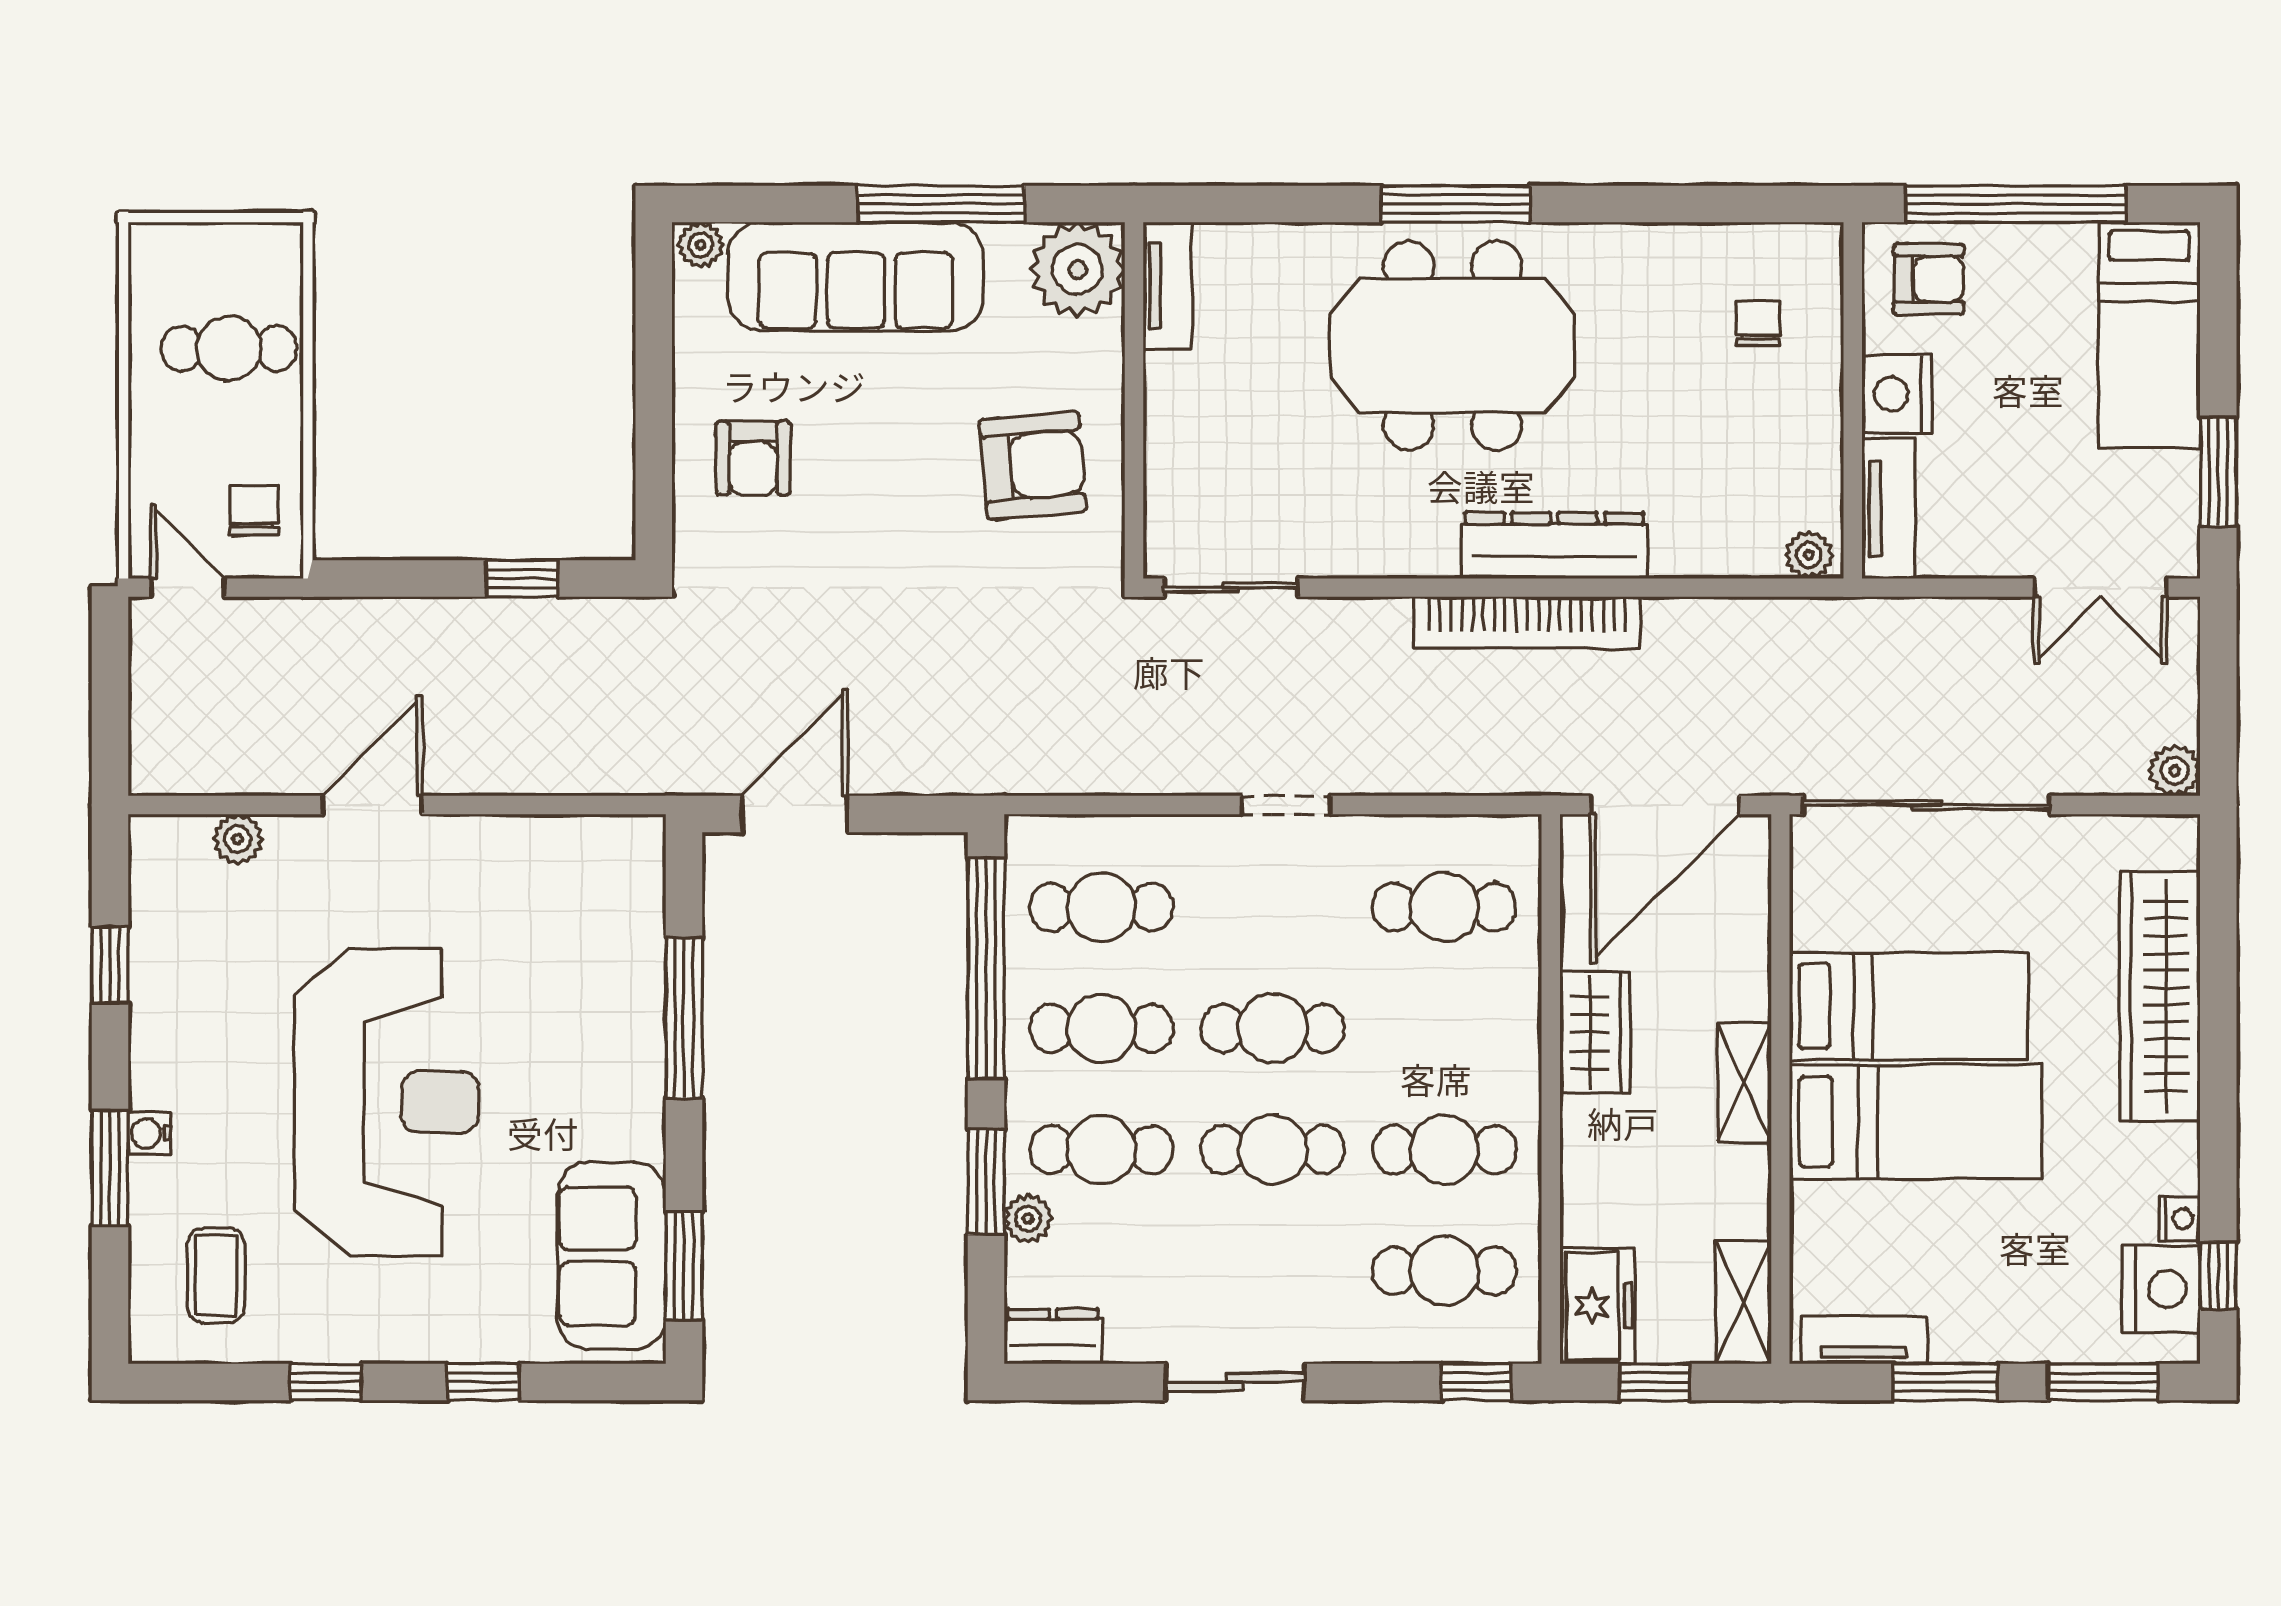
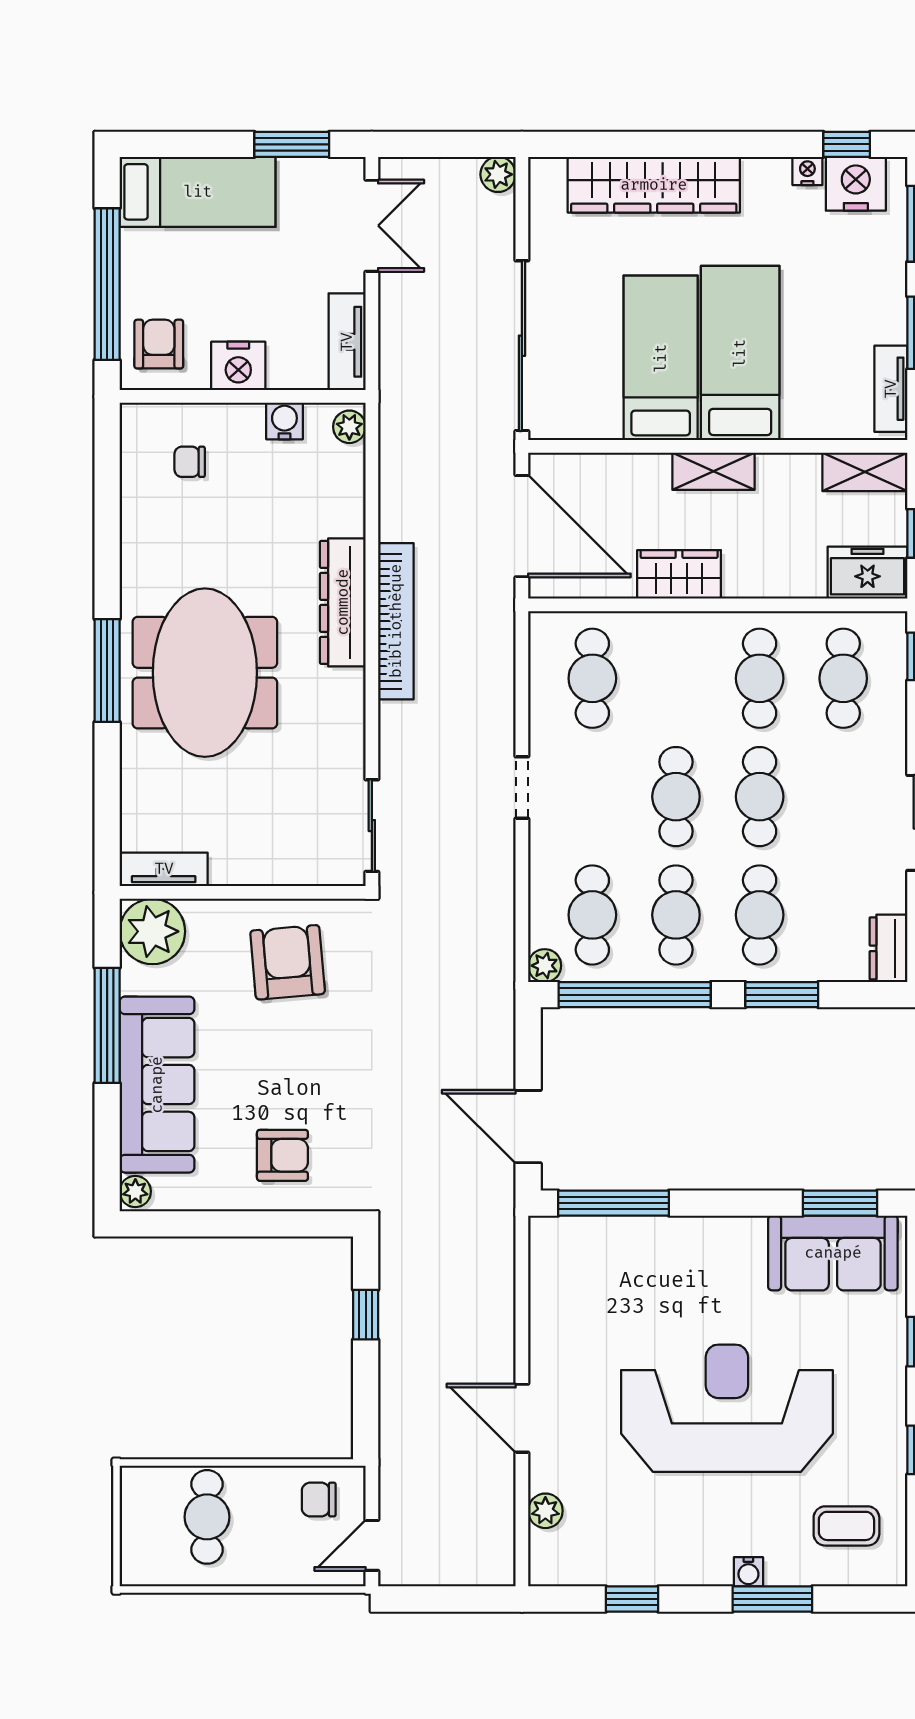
water cooler: (1817, 461) -> (284, 421), added
tv unit: (1889, 508) -> (347, 342), moved, turned -90
window: (684, 1018) -> (613, 1203), moved
plant: (1028, 1219) -> (545, 966), moved

